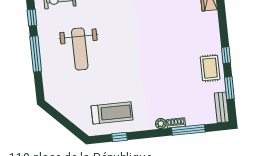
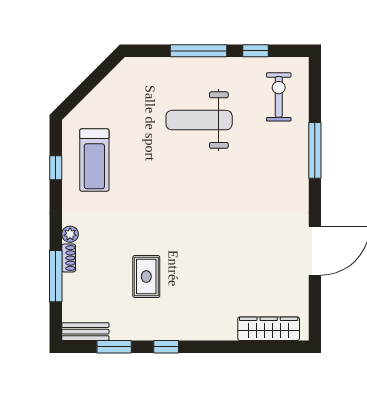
rug: (210, 68) -> (146, 277), moved, turned 90

